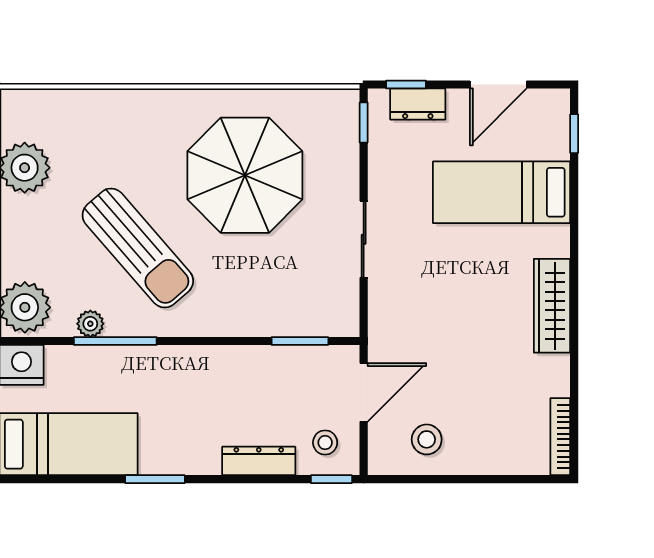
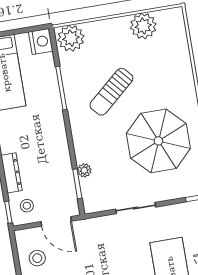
sun lounger: (138, 248) -> (111, 92), width x0.73, depth x0.75
plant: (90, 324) -> (84, 170), moved

